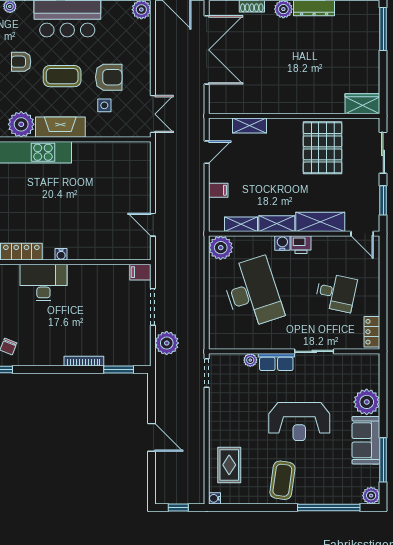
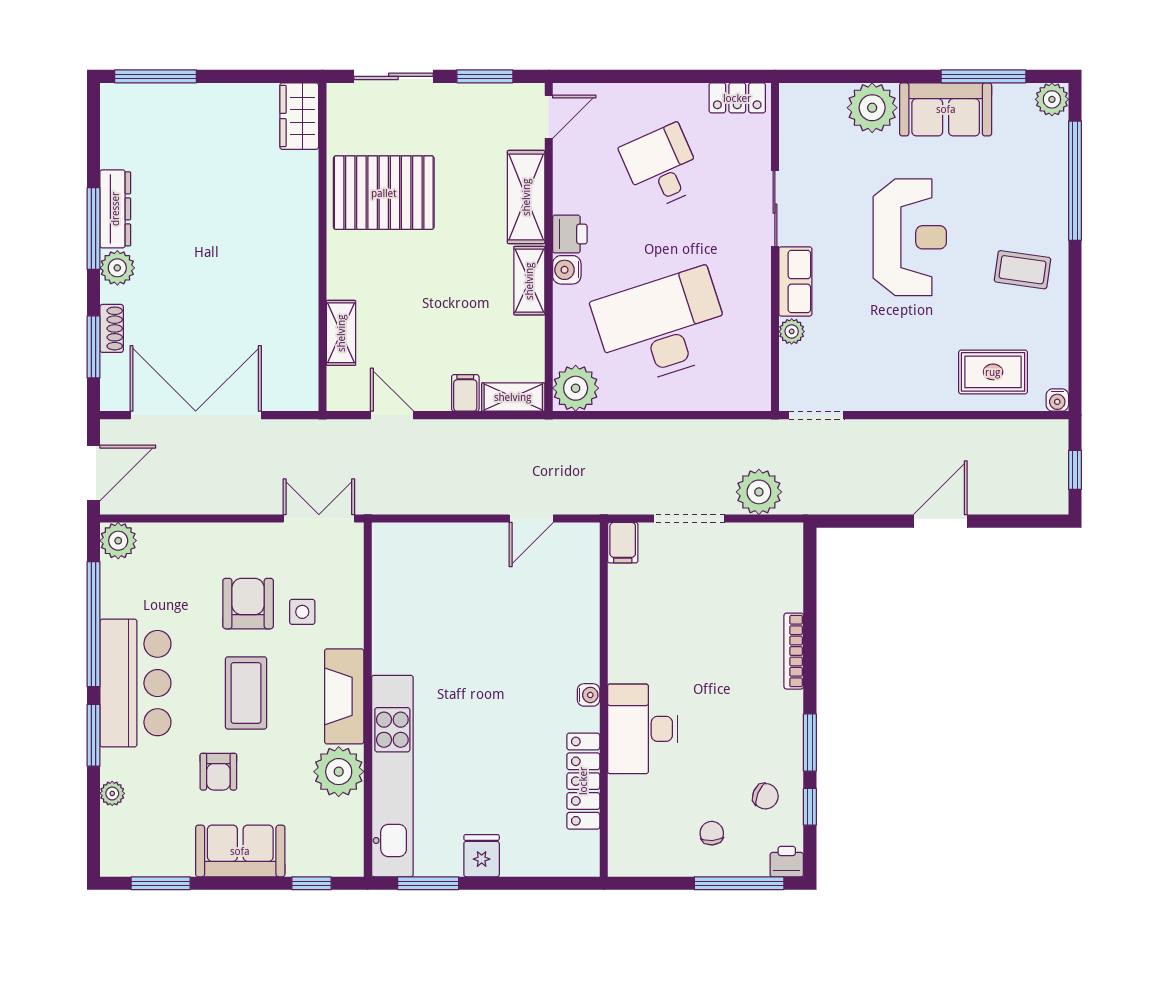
shelving: (241, 224) -> (513, 397), moved, turned 90
desk: (336, 293) -> (662, 167), turned -36
window: (119, 370) -> (810, 743), moved
coffee table: (282, 480) -> (1022, 270), width x0.73, depth x0.77

